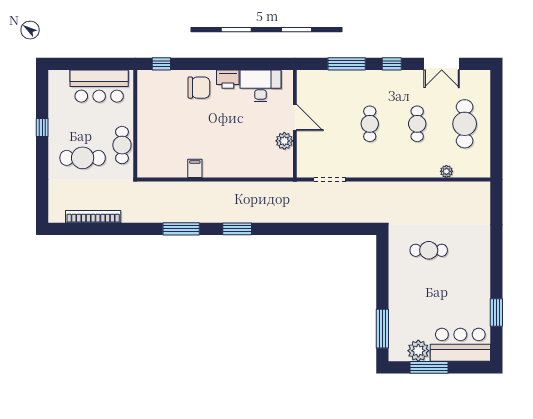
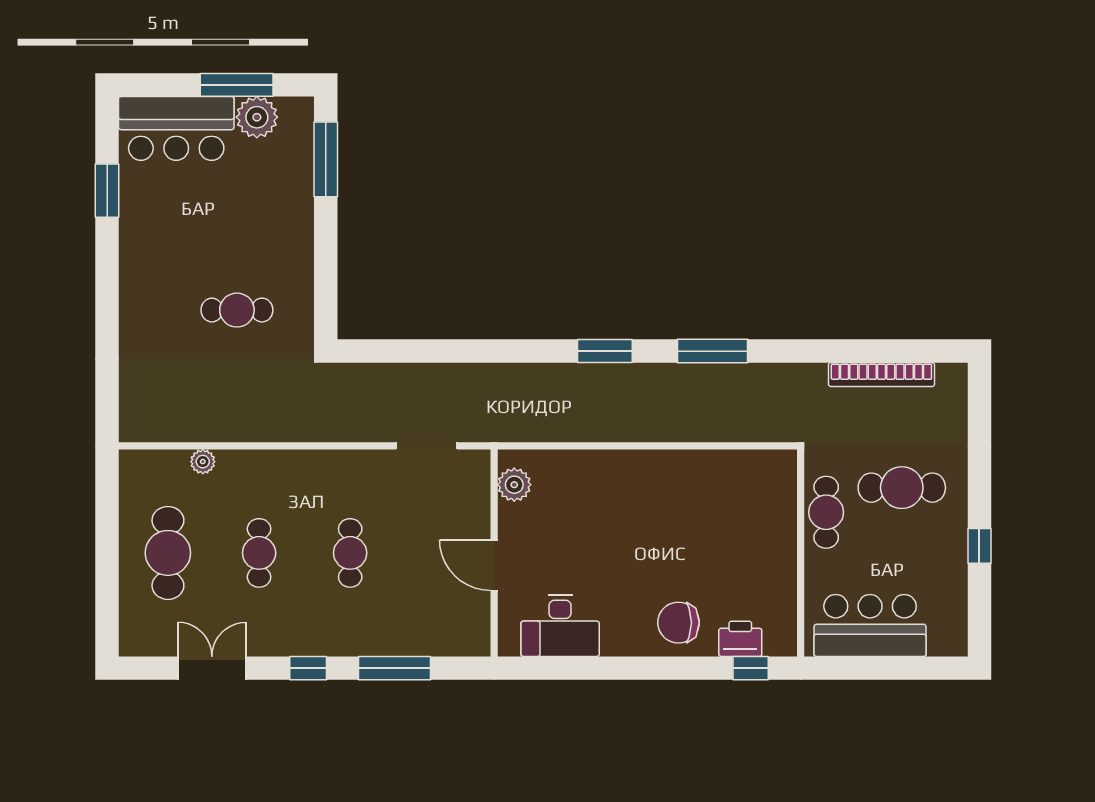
printer: (228, 79) -> (740, 639), moved
plant: (284, 141) -> (514, 485), moved
filing cabinet: (195, 168) -> (686, 467), removed

